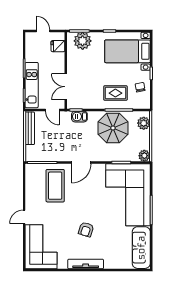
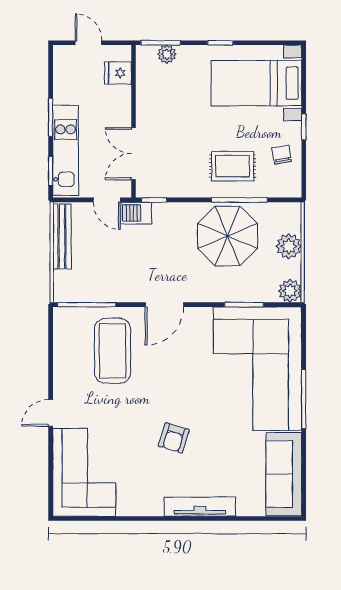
plant: (83, 41) -> (167, 54), width x0.53, depth x0.53
barbecue: (79, 117) -> (136, 213), moved
plant: (144, 123) -> (289, 246), moved
tv unit: (86, 264) -> (200, 507), moved

